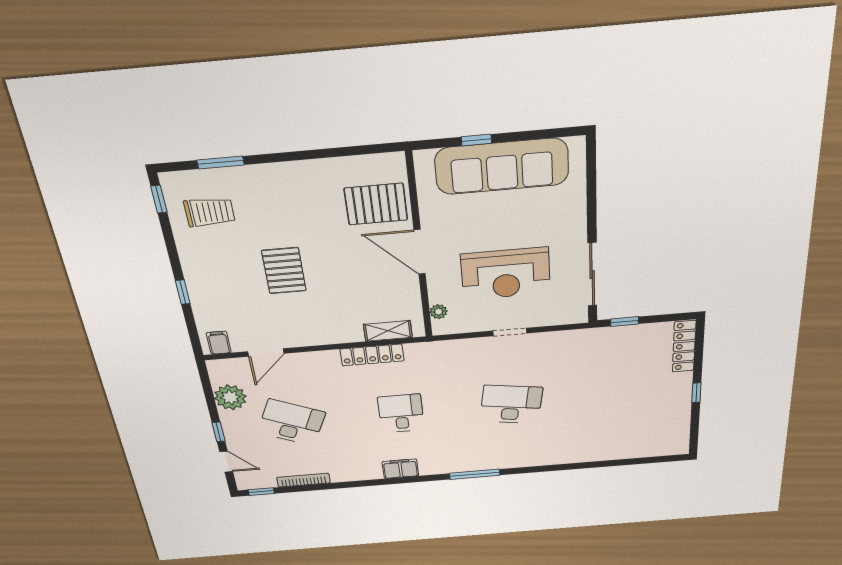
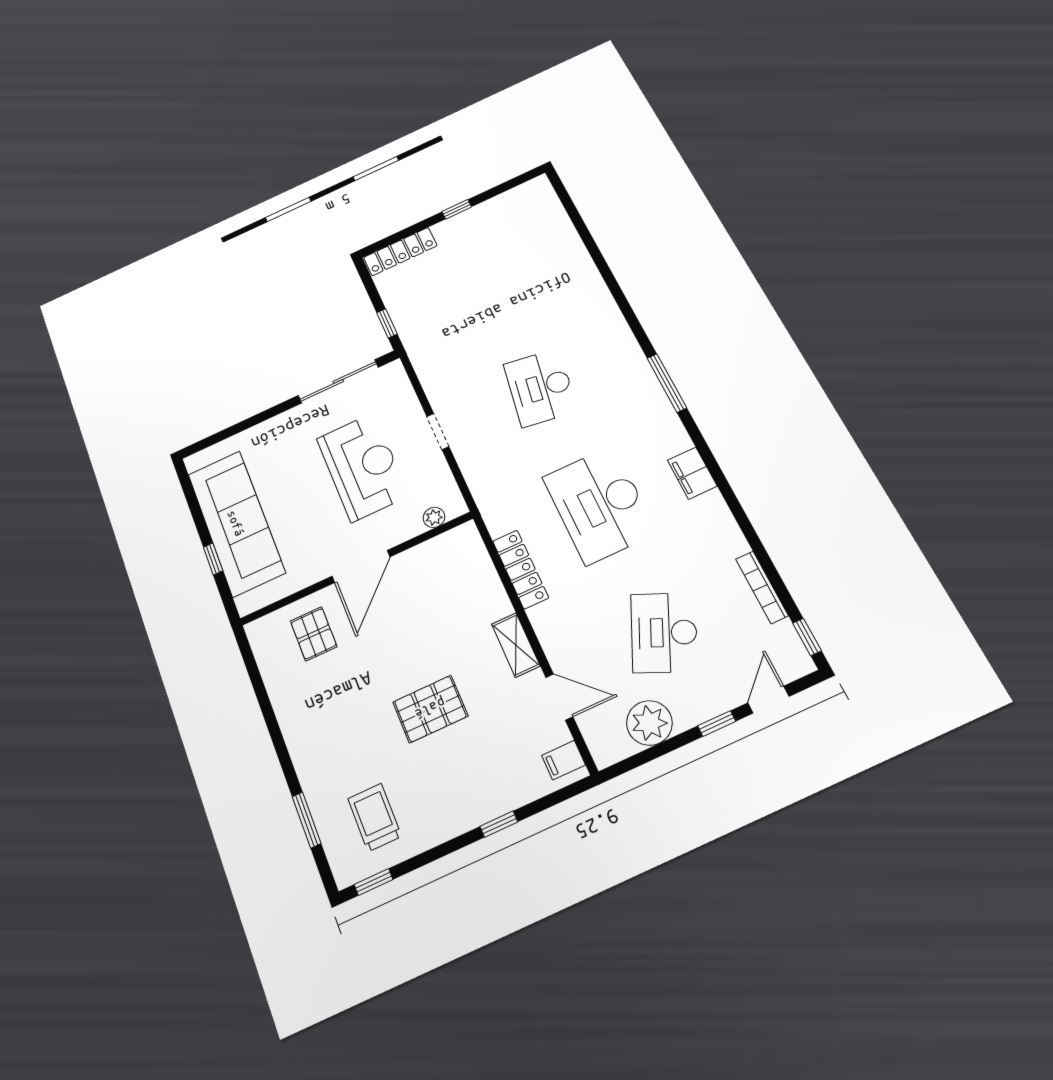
pallet: (376, 204) -> (314, 634), width x0.67, depth x0.71
shelving: (388, 331) -> (516, 645), moved
desk: (401, 413) -> (599, 505), width x1.87, depth x1.30

